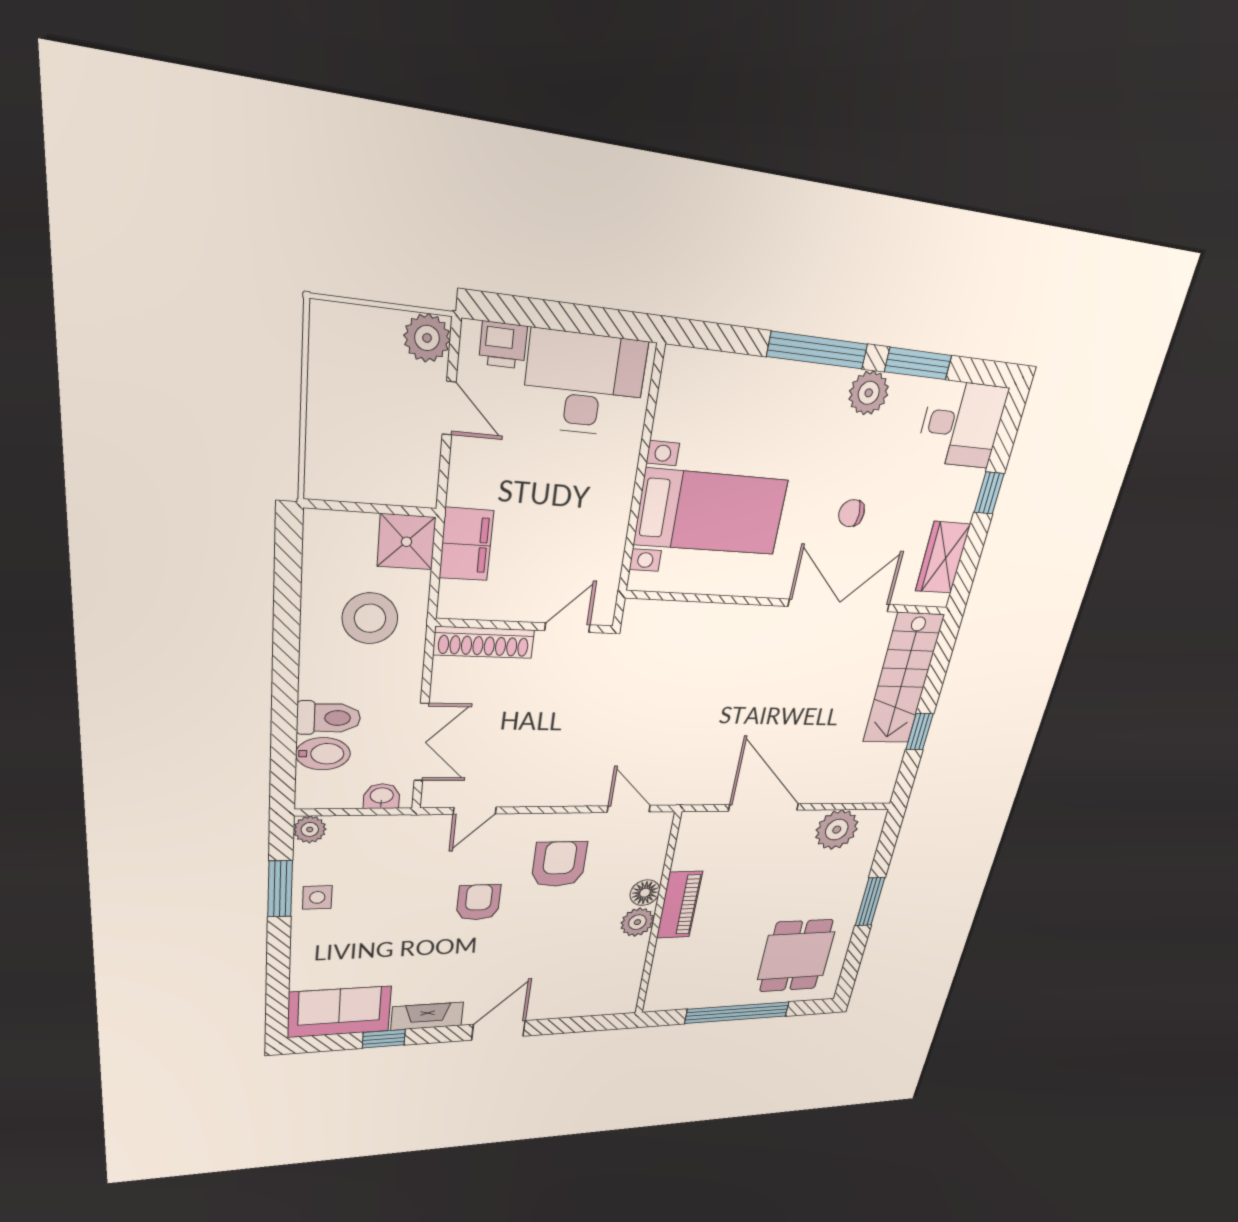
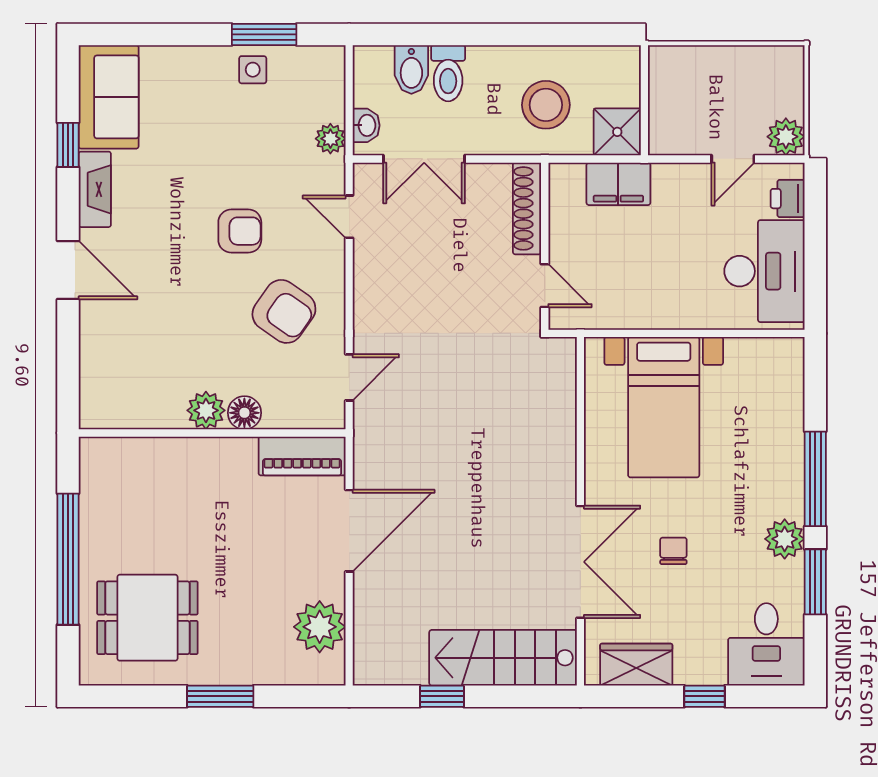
plant: (310, 829) -> (330, 139), moved
armchair: (559, 864) -> (284, 311), turned 35
piano: (679, 905) -> (302, 456), moved

